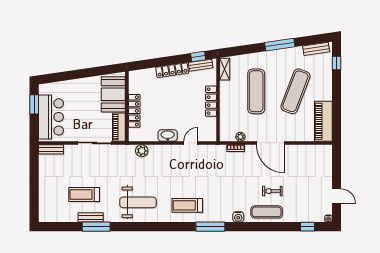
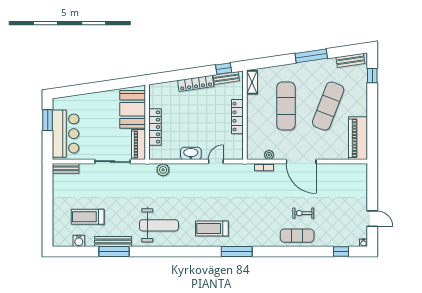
treadmill: (84, 195) -> (88, 217), moved
bench: (91, 217) -> (113, 241), width x1.36
water cooler: (238, 217) -> (79, 241), moved

